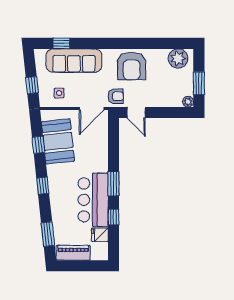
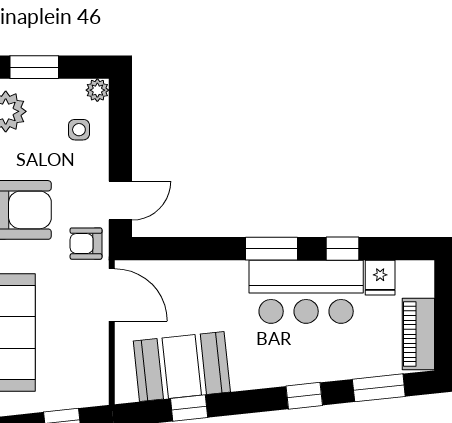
window: (199, 83) -> (34, 67), moved
side table: (59, 93) -> (79, 130), moved
armchair: (116, 96) -> (86, 244), turned -90
window: (43, 186) -> (304, 396), moved

